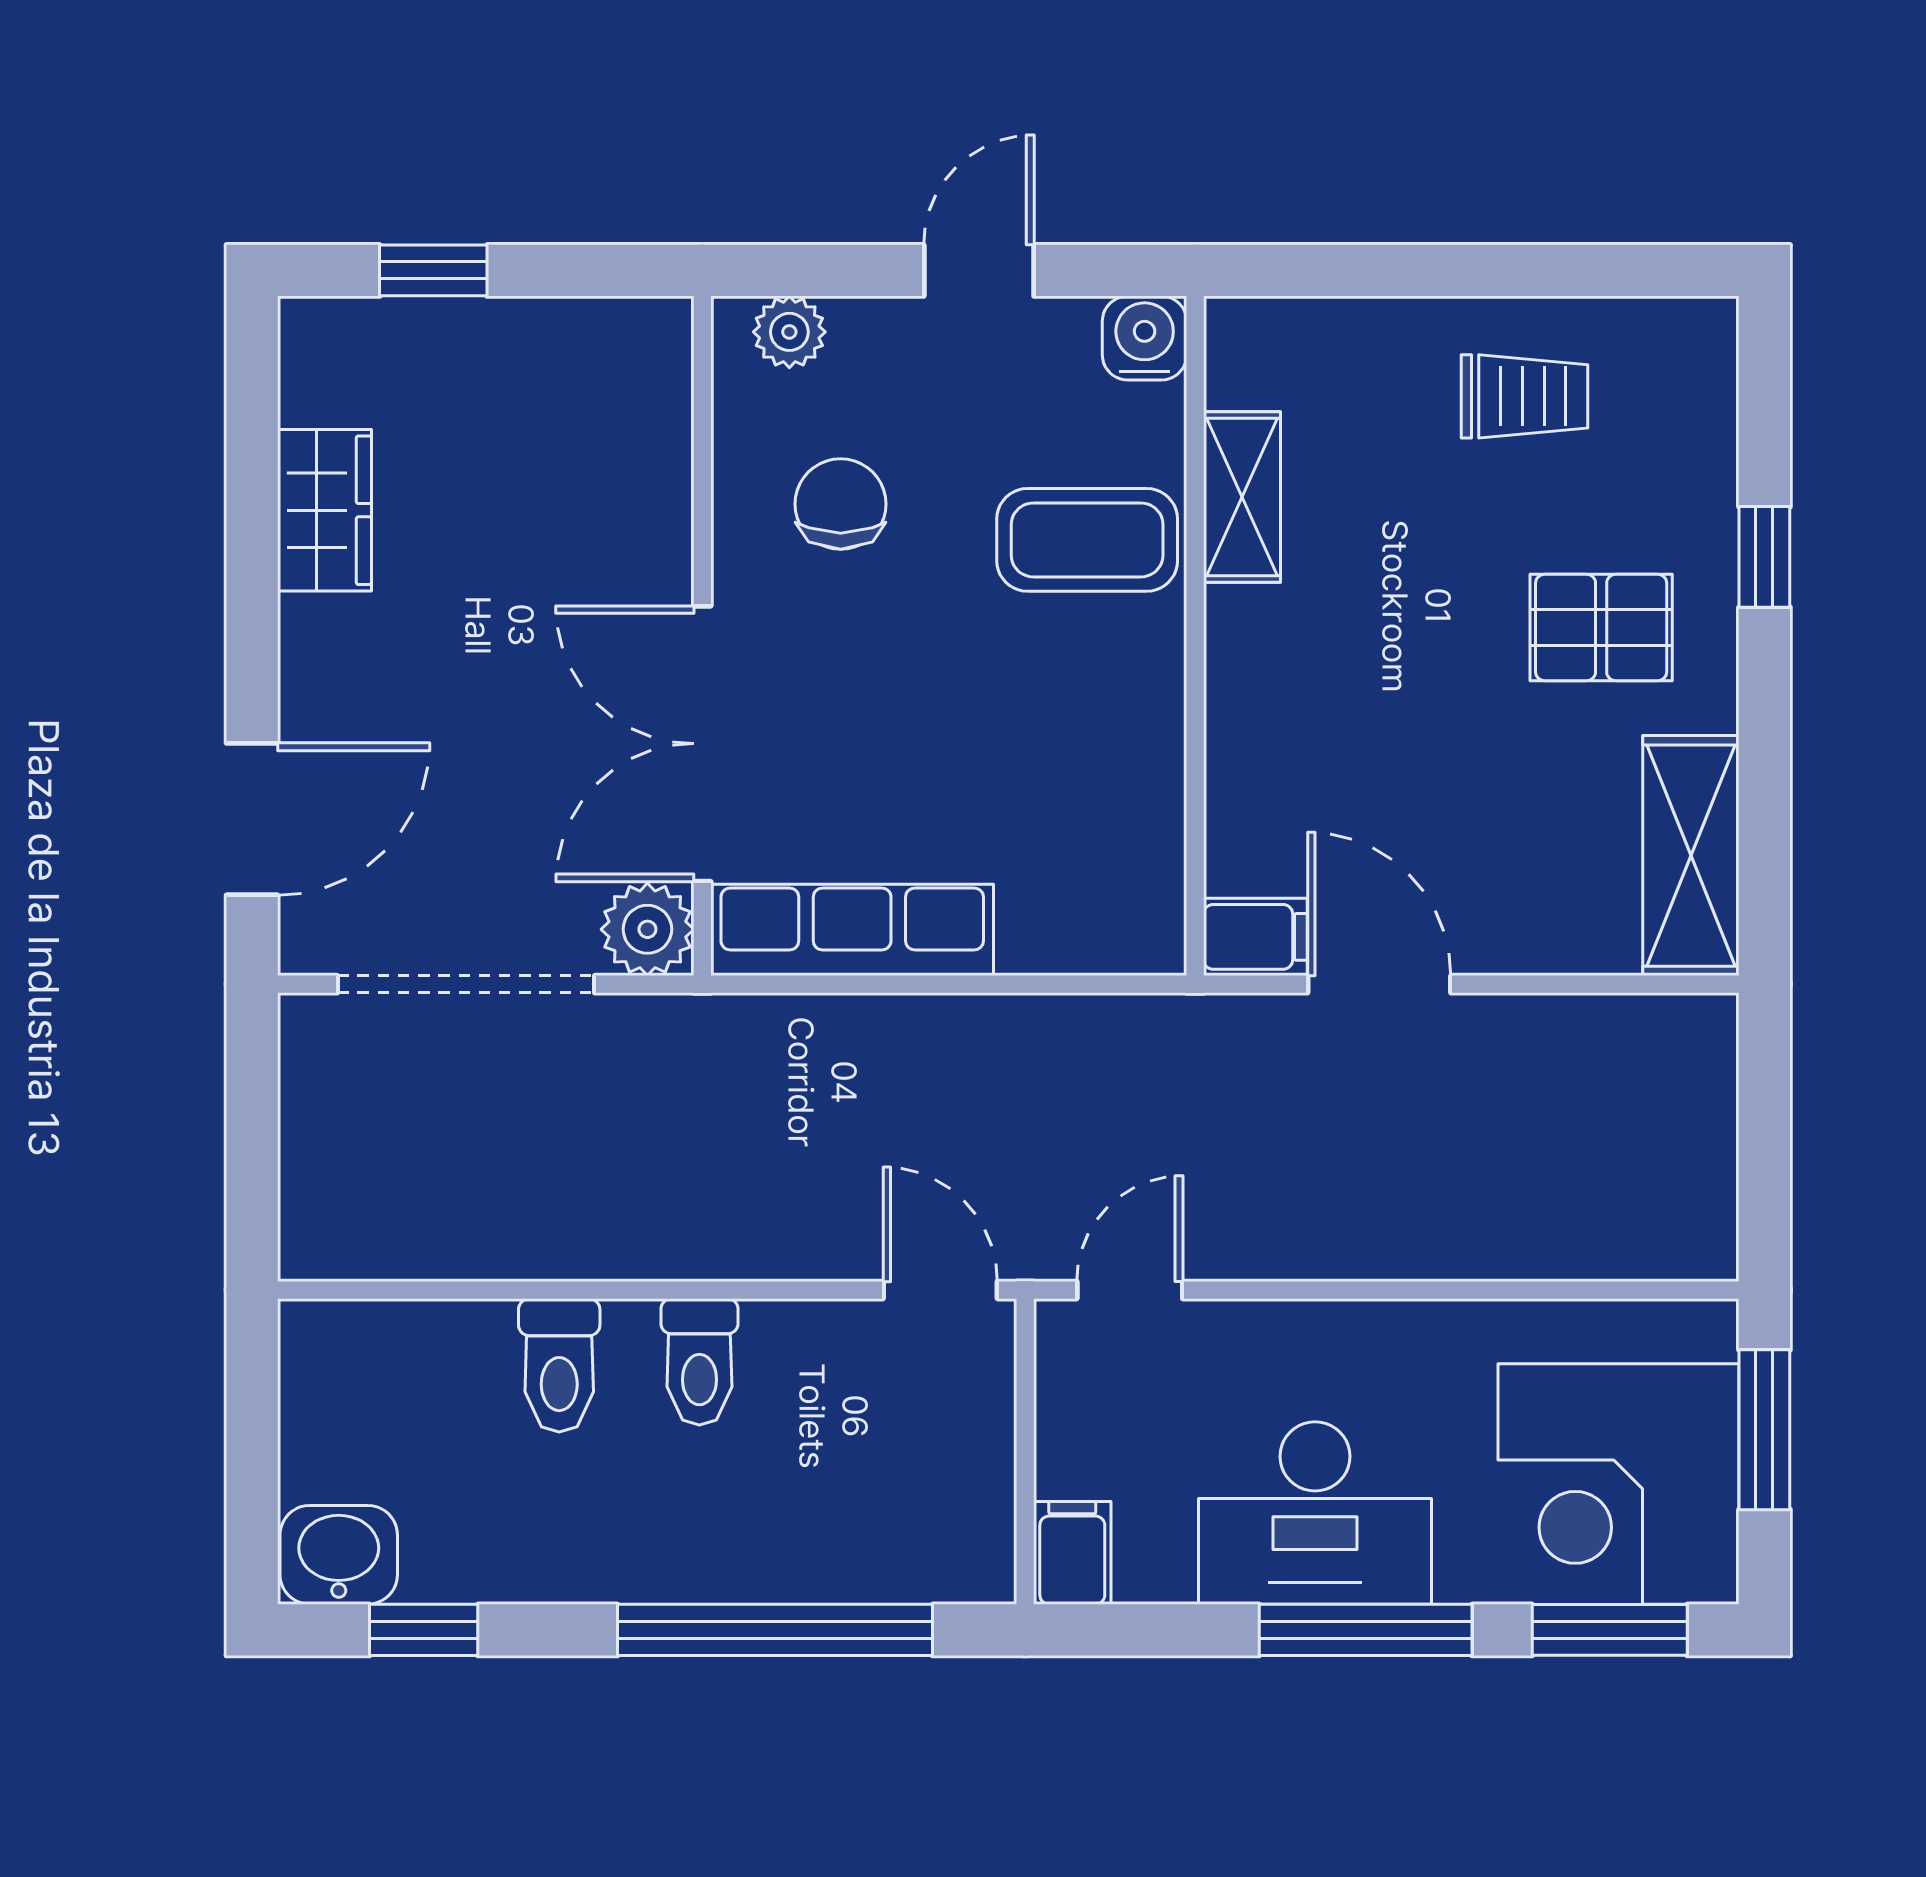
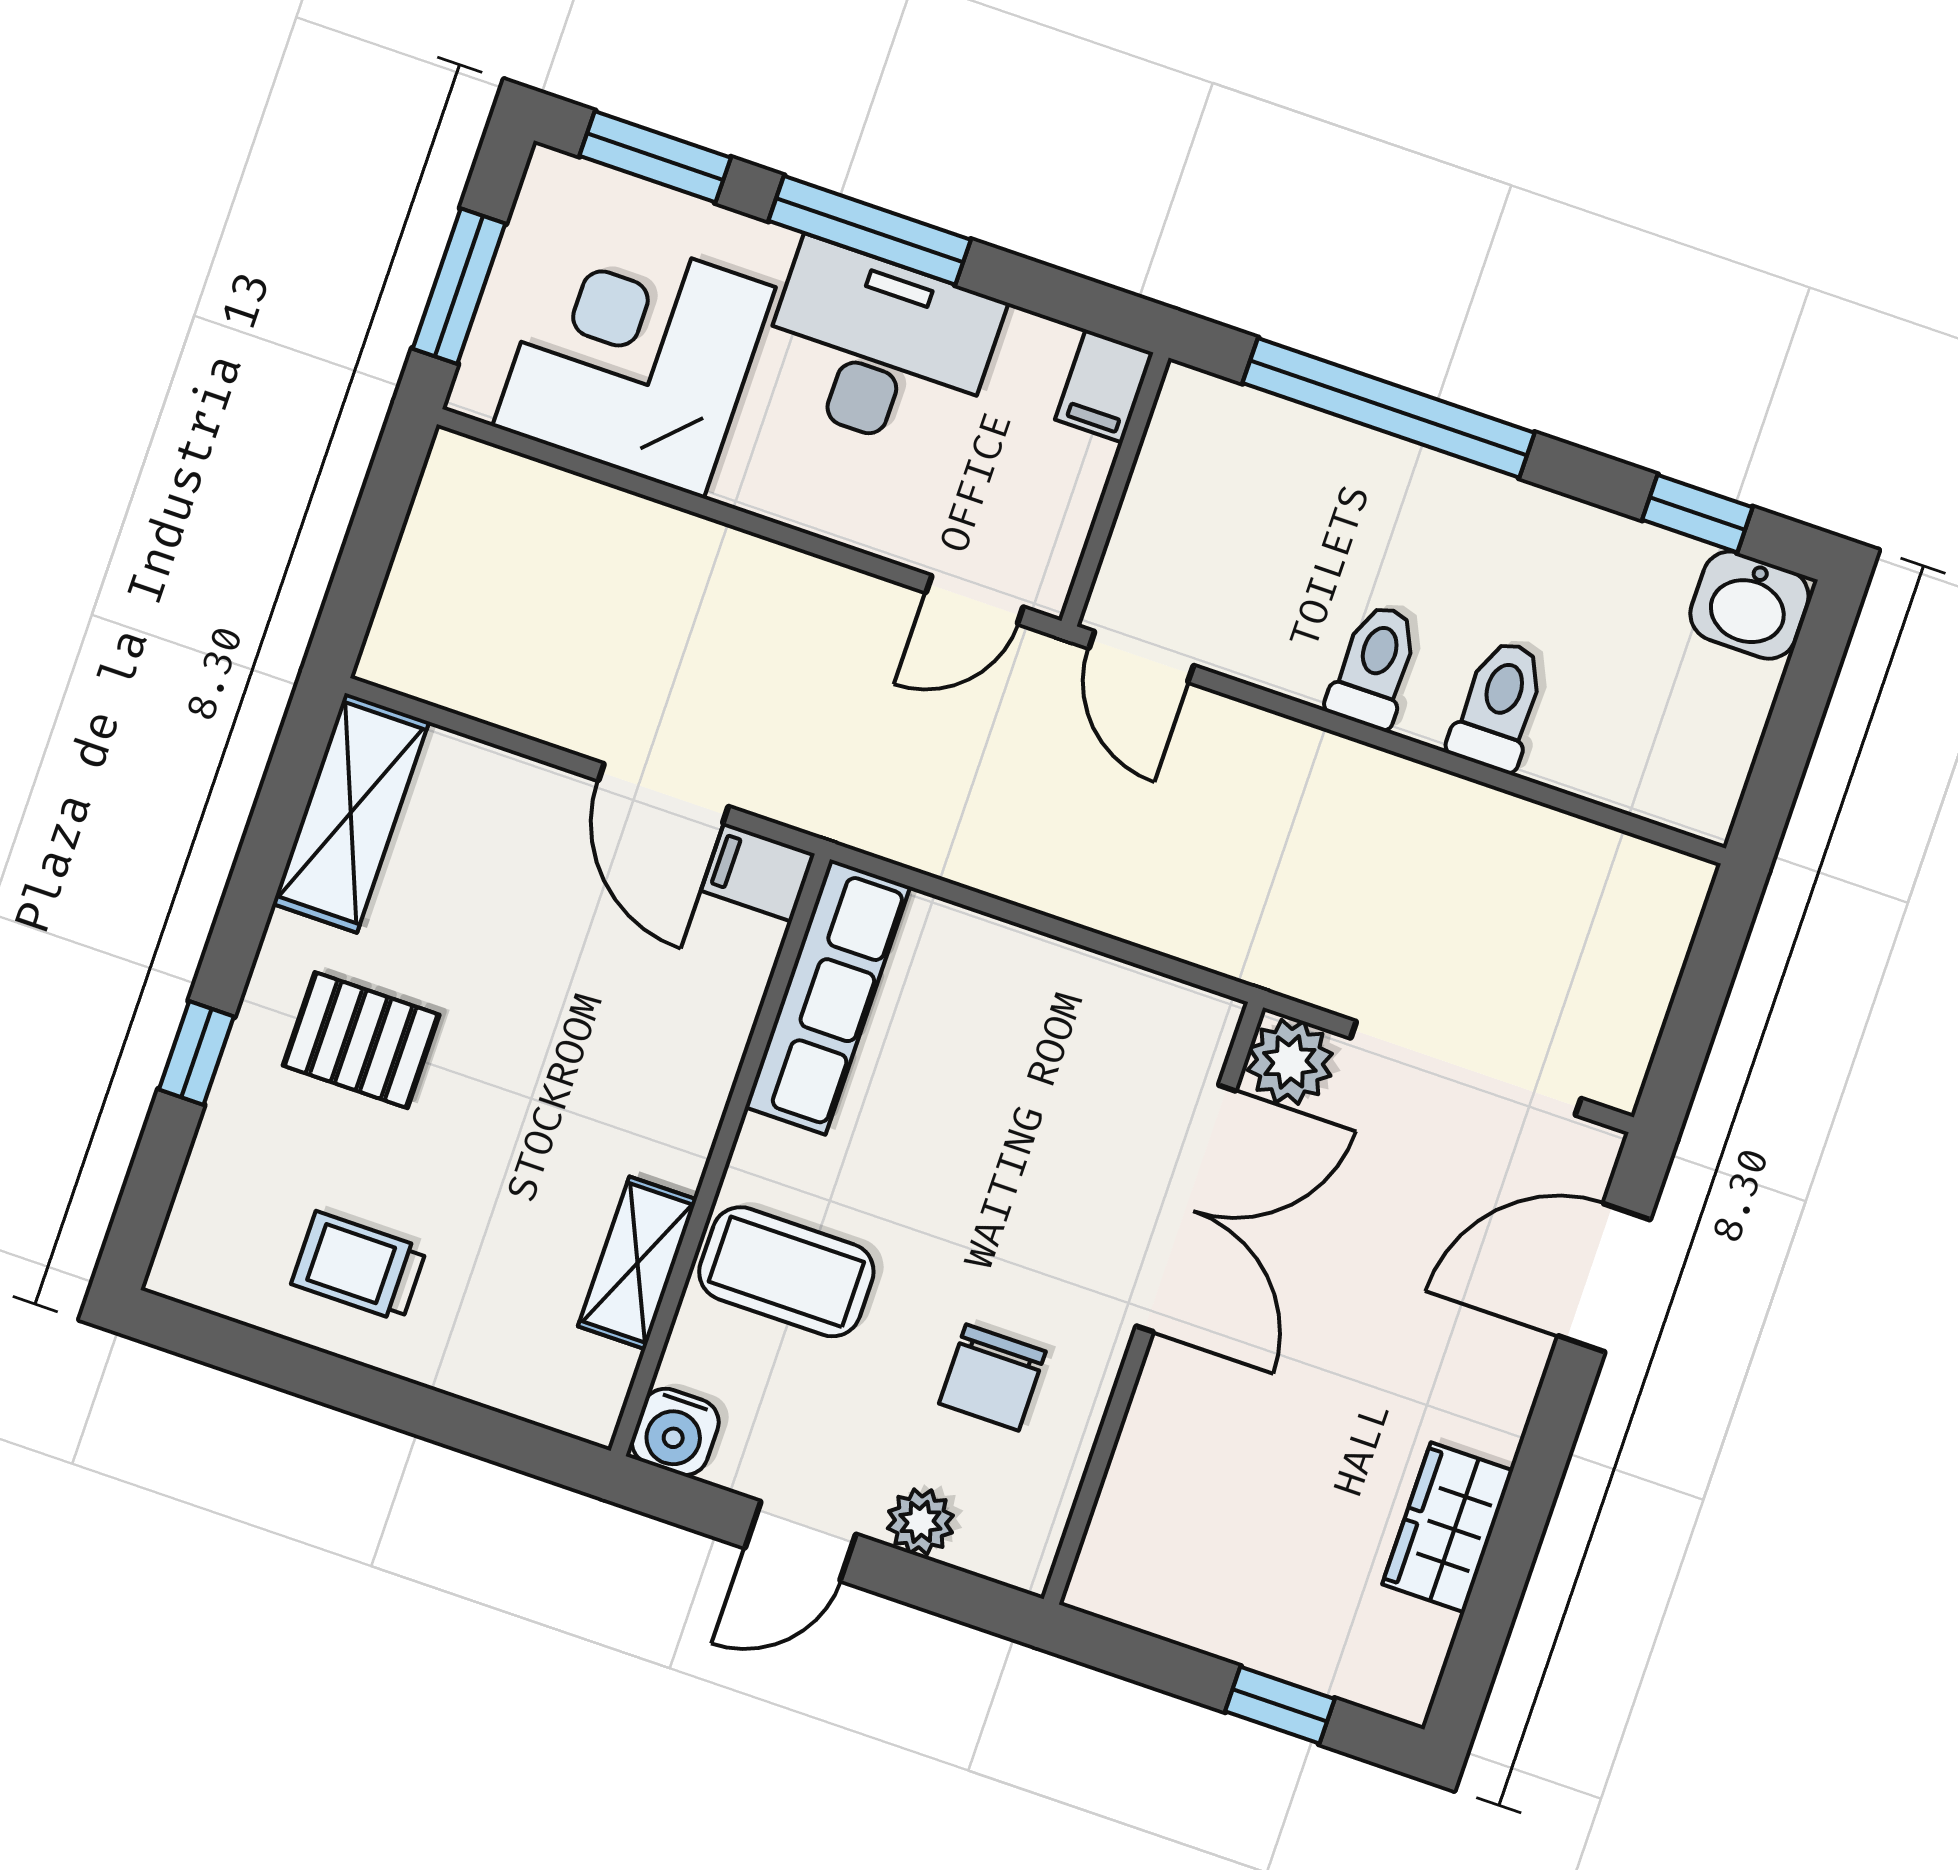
plant: (789, 332) -> (920, 1522), moved
row of seats: (852, 930) -> (828, 997), moved, turned -90
corner desk: (1619, 1484) -> (634, 357), moved, turned -90

